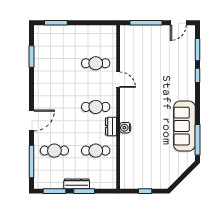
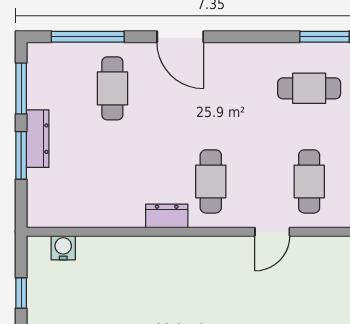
water cooler: (125, 128) -> (63, 248), moved
cafe table: (96, 151) -> (309, 88), moved, turned 90

